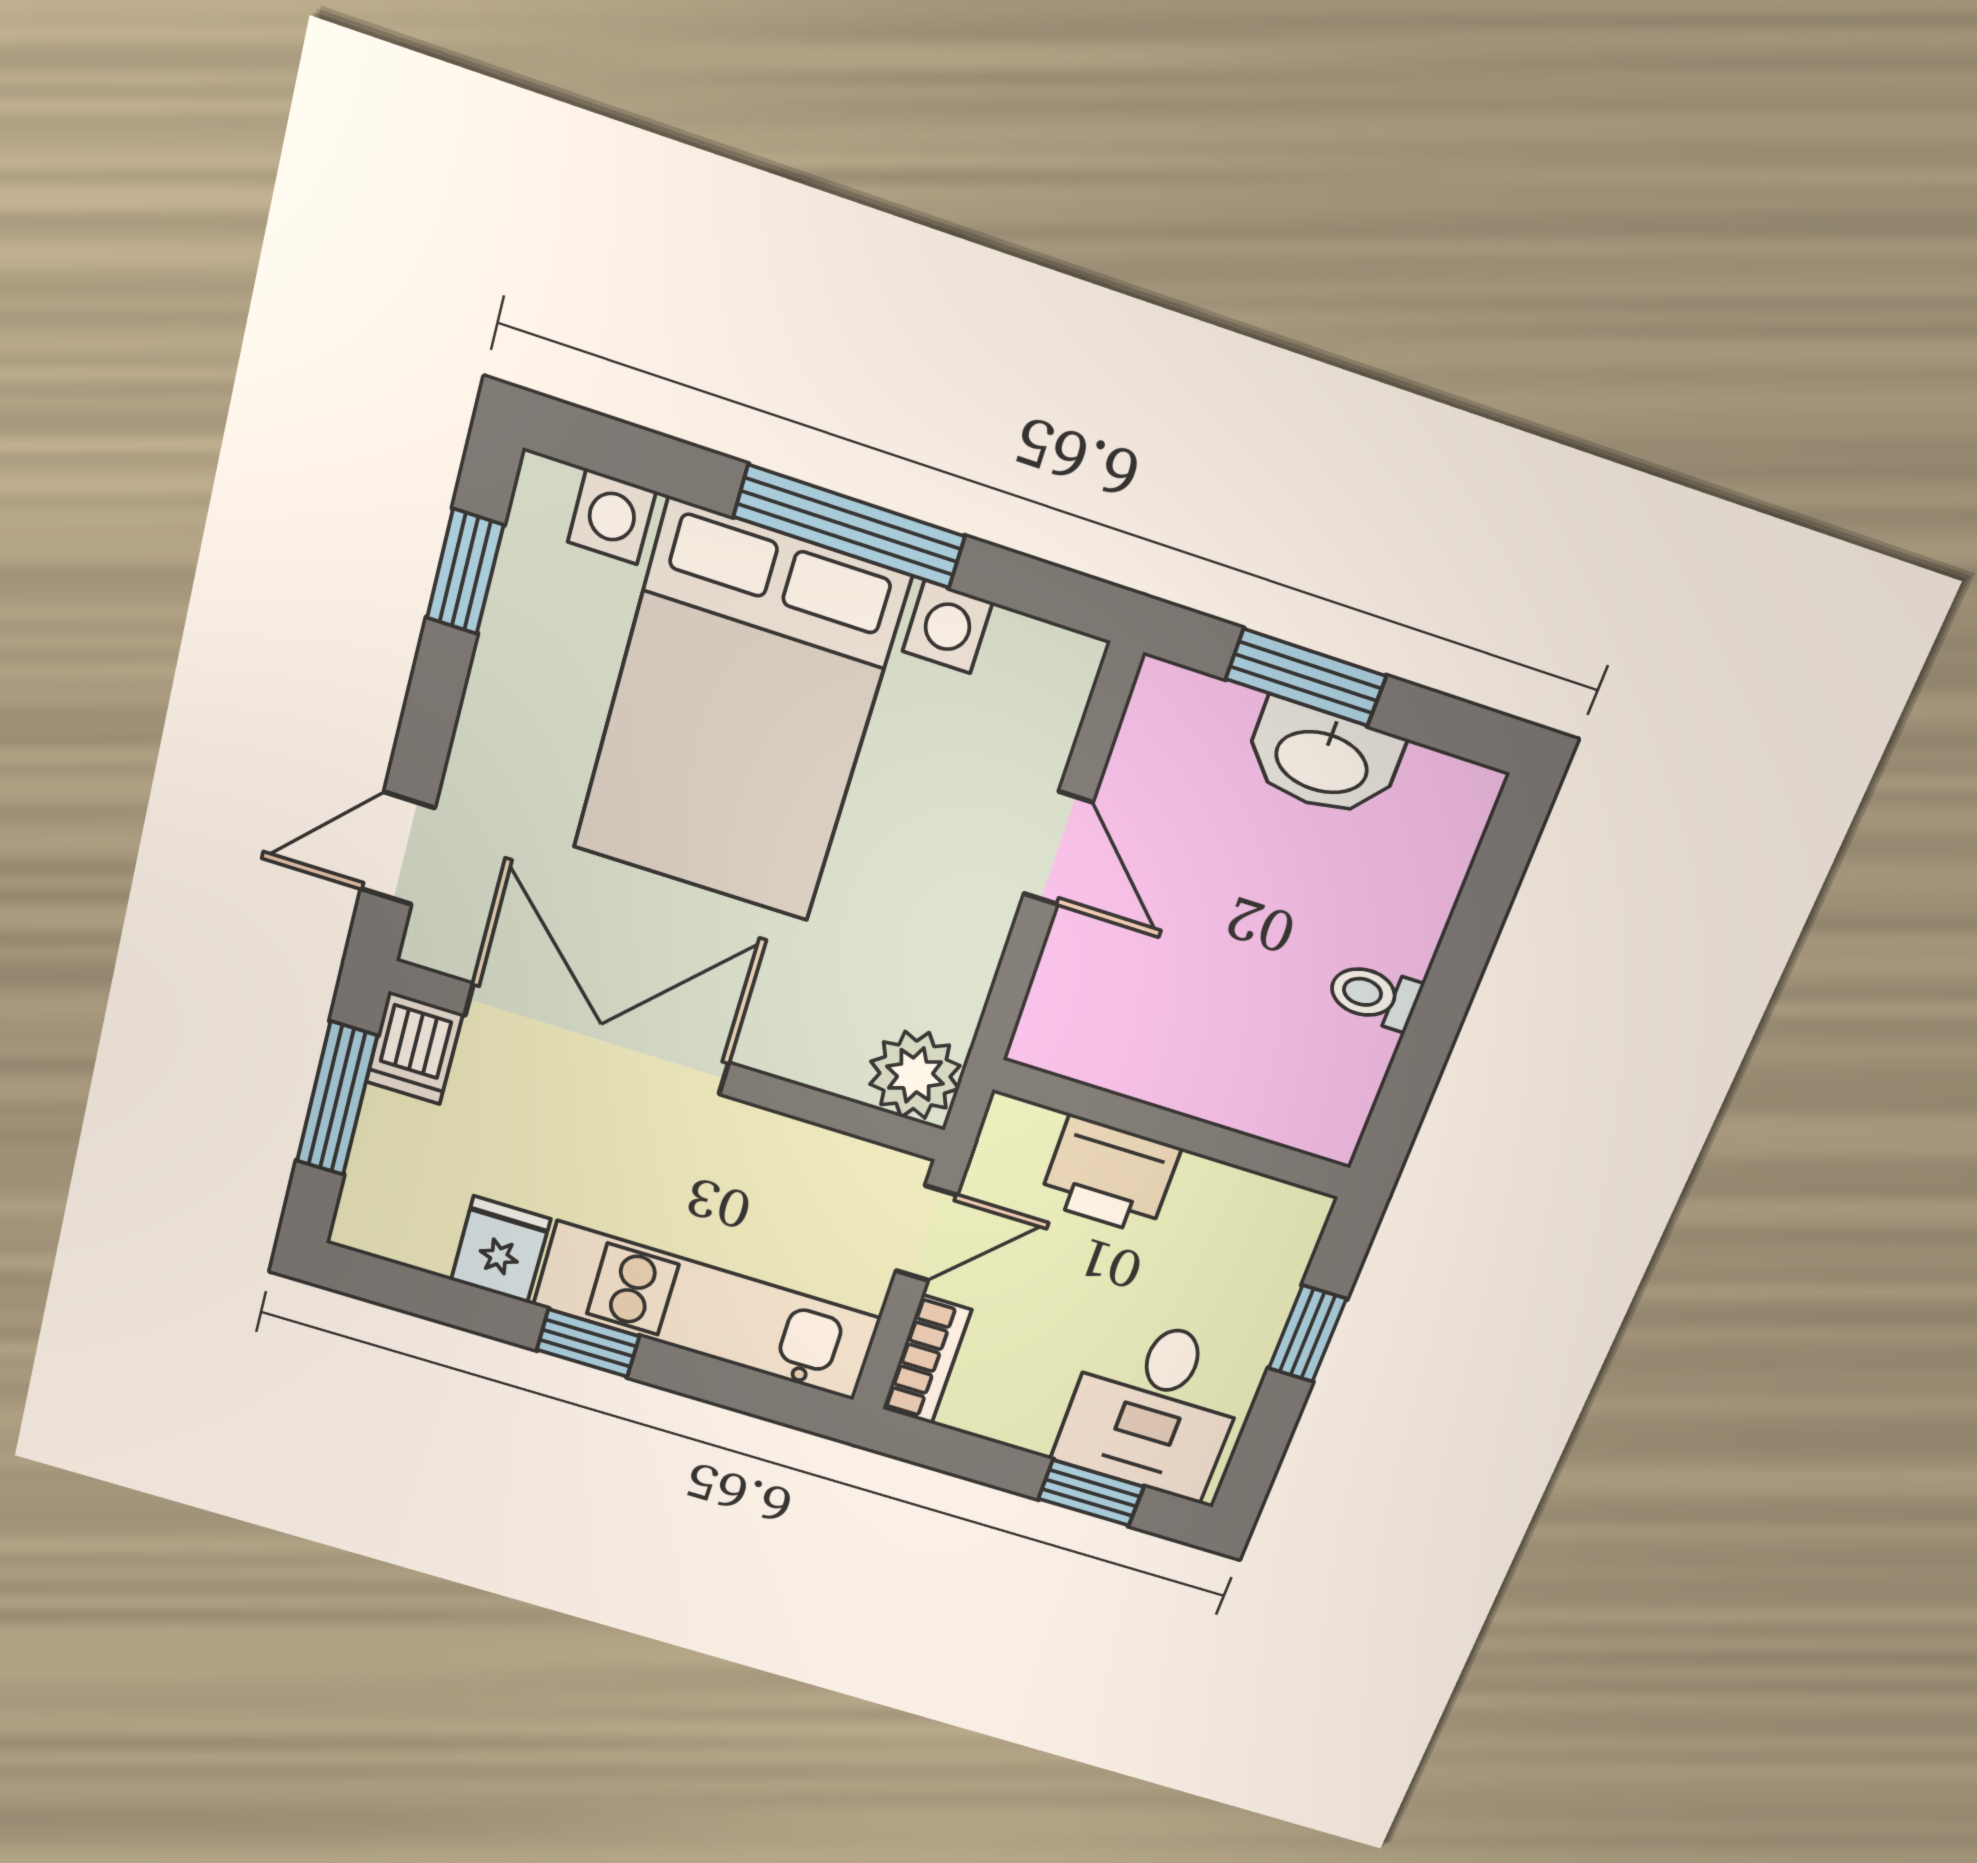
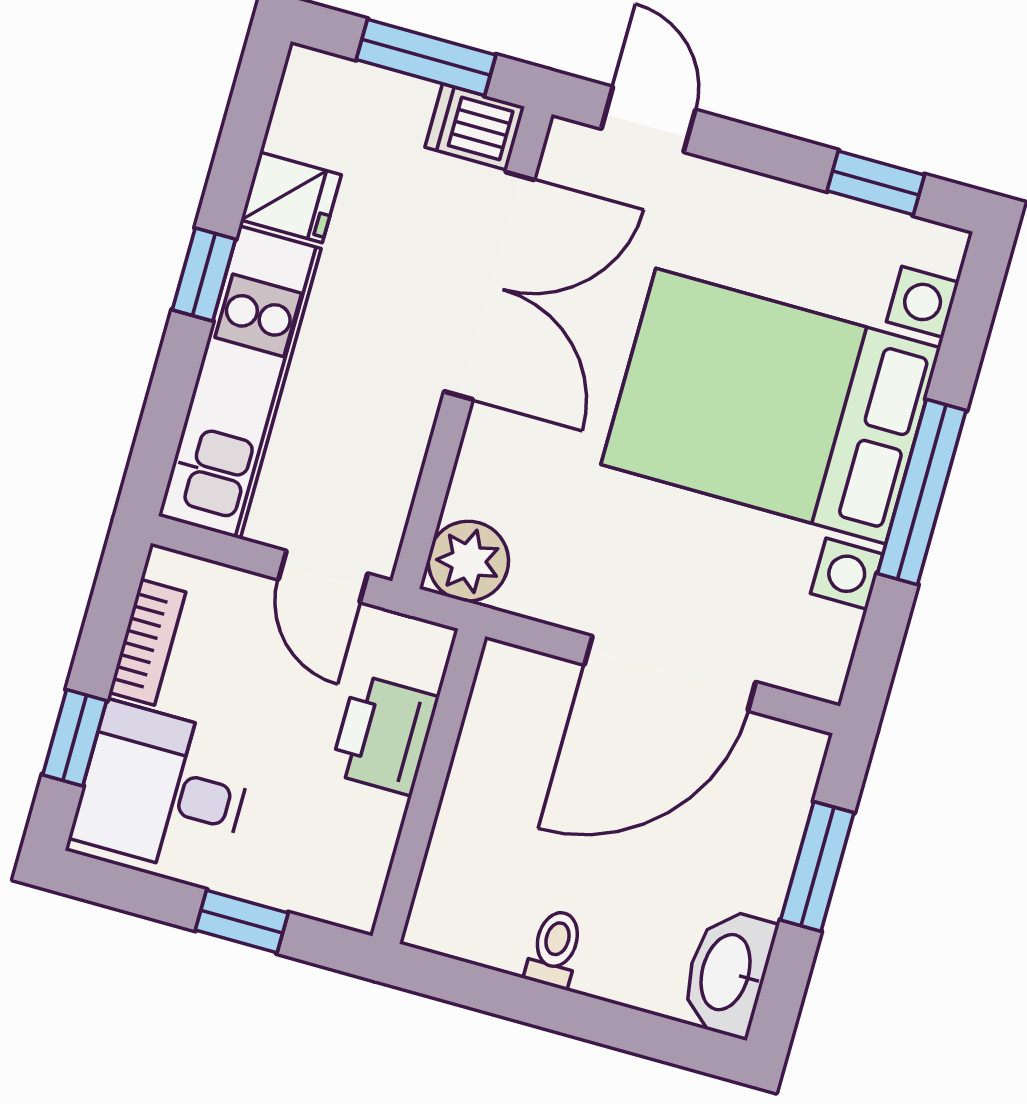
washbasin: (1322, 760) -> (728, 973), moved
door: (1058, 848) -> (670, 673), width x1.87
bookcase: (927, 1360) -> (147, 642), moved, turned -90

